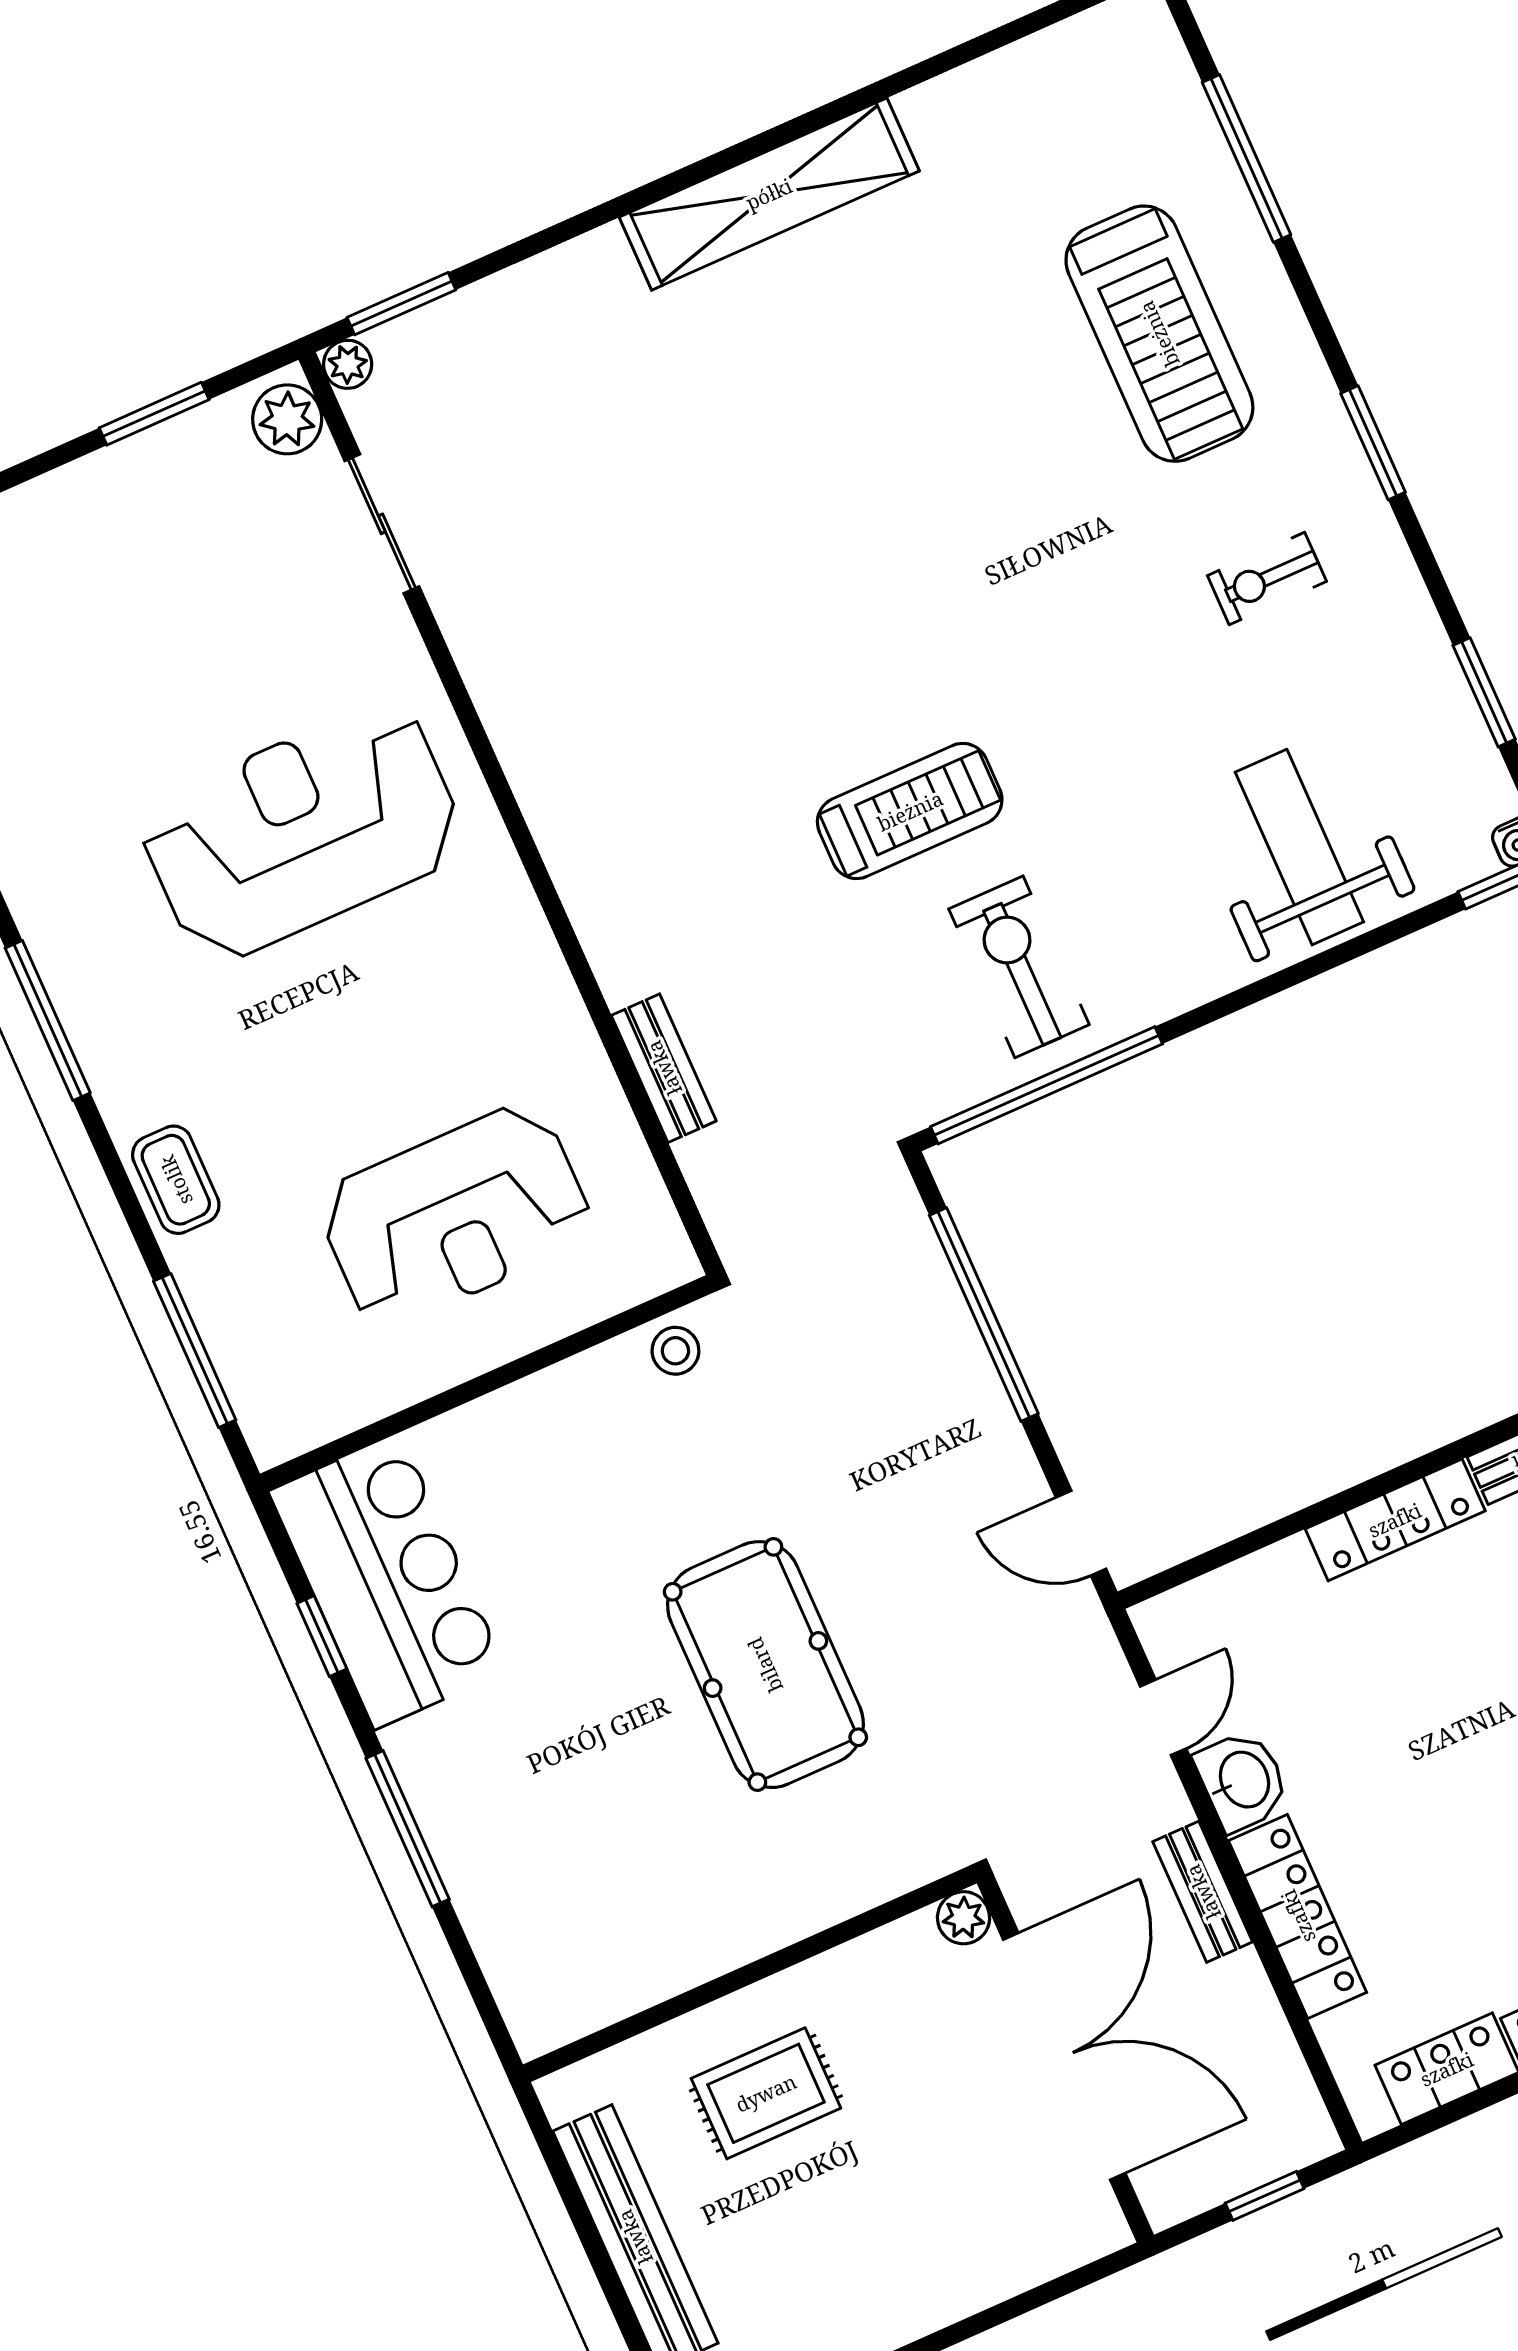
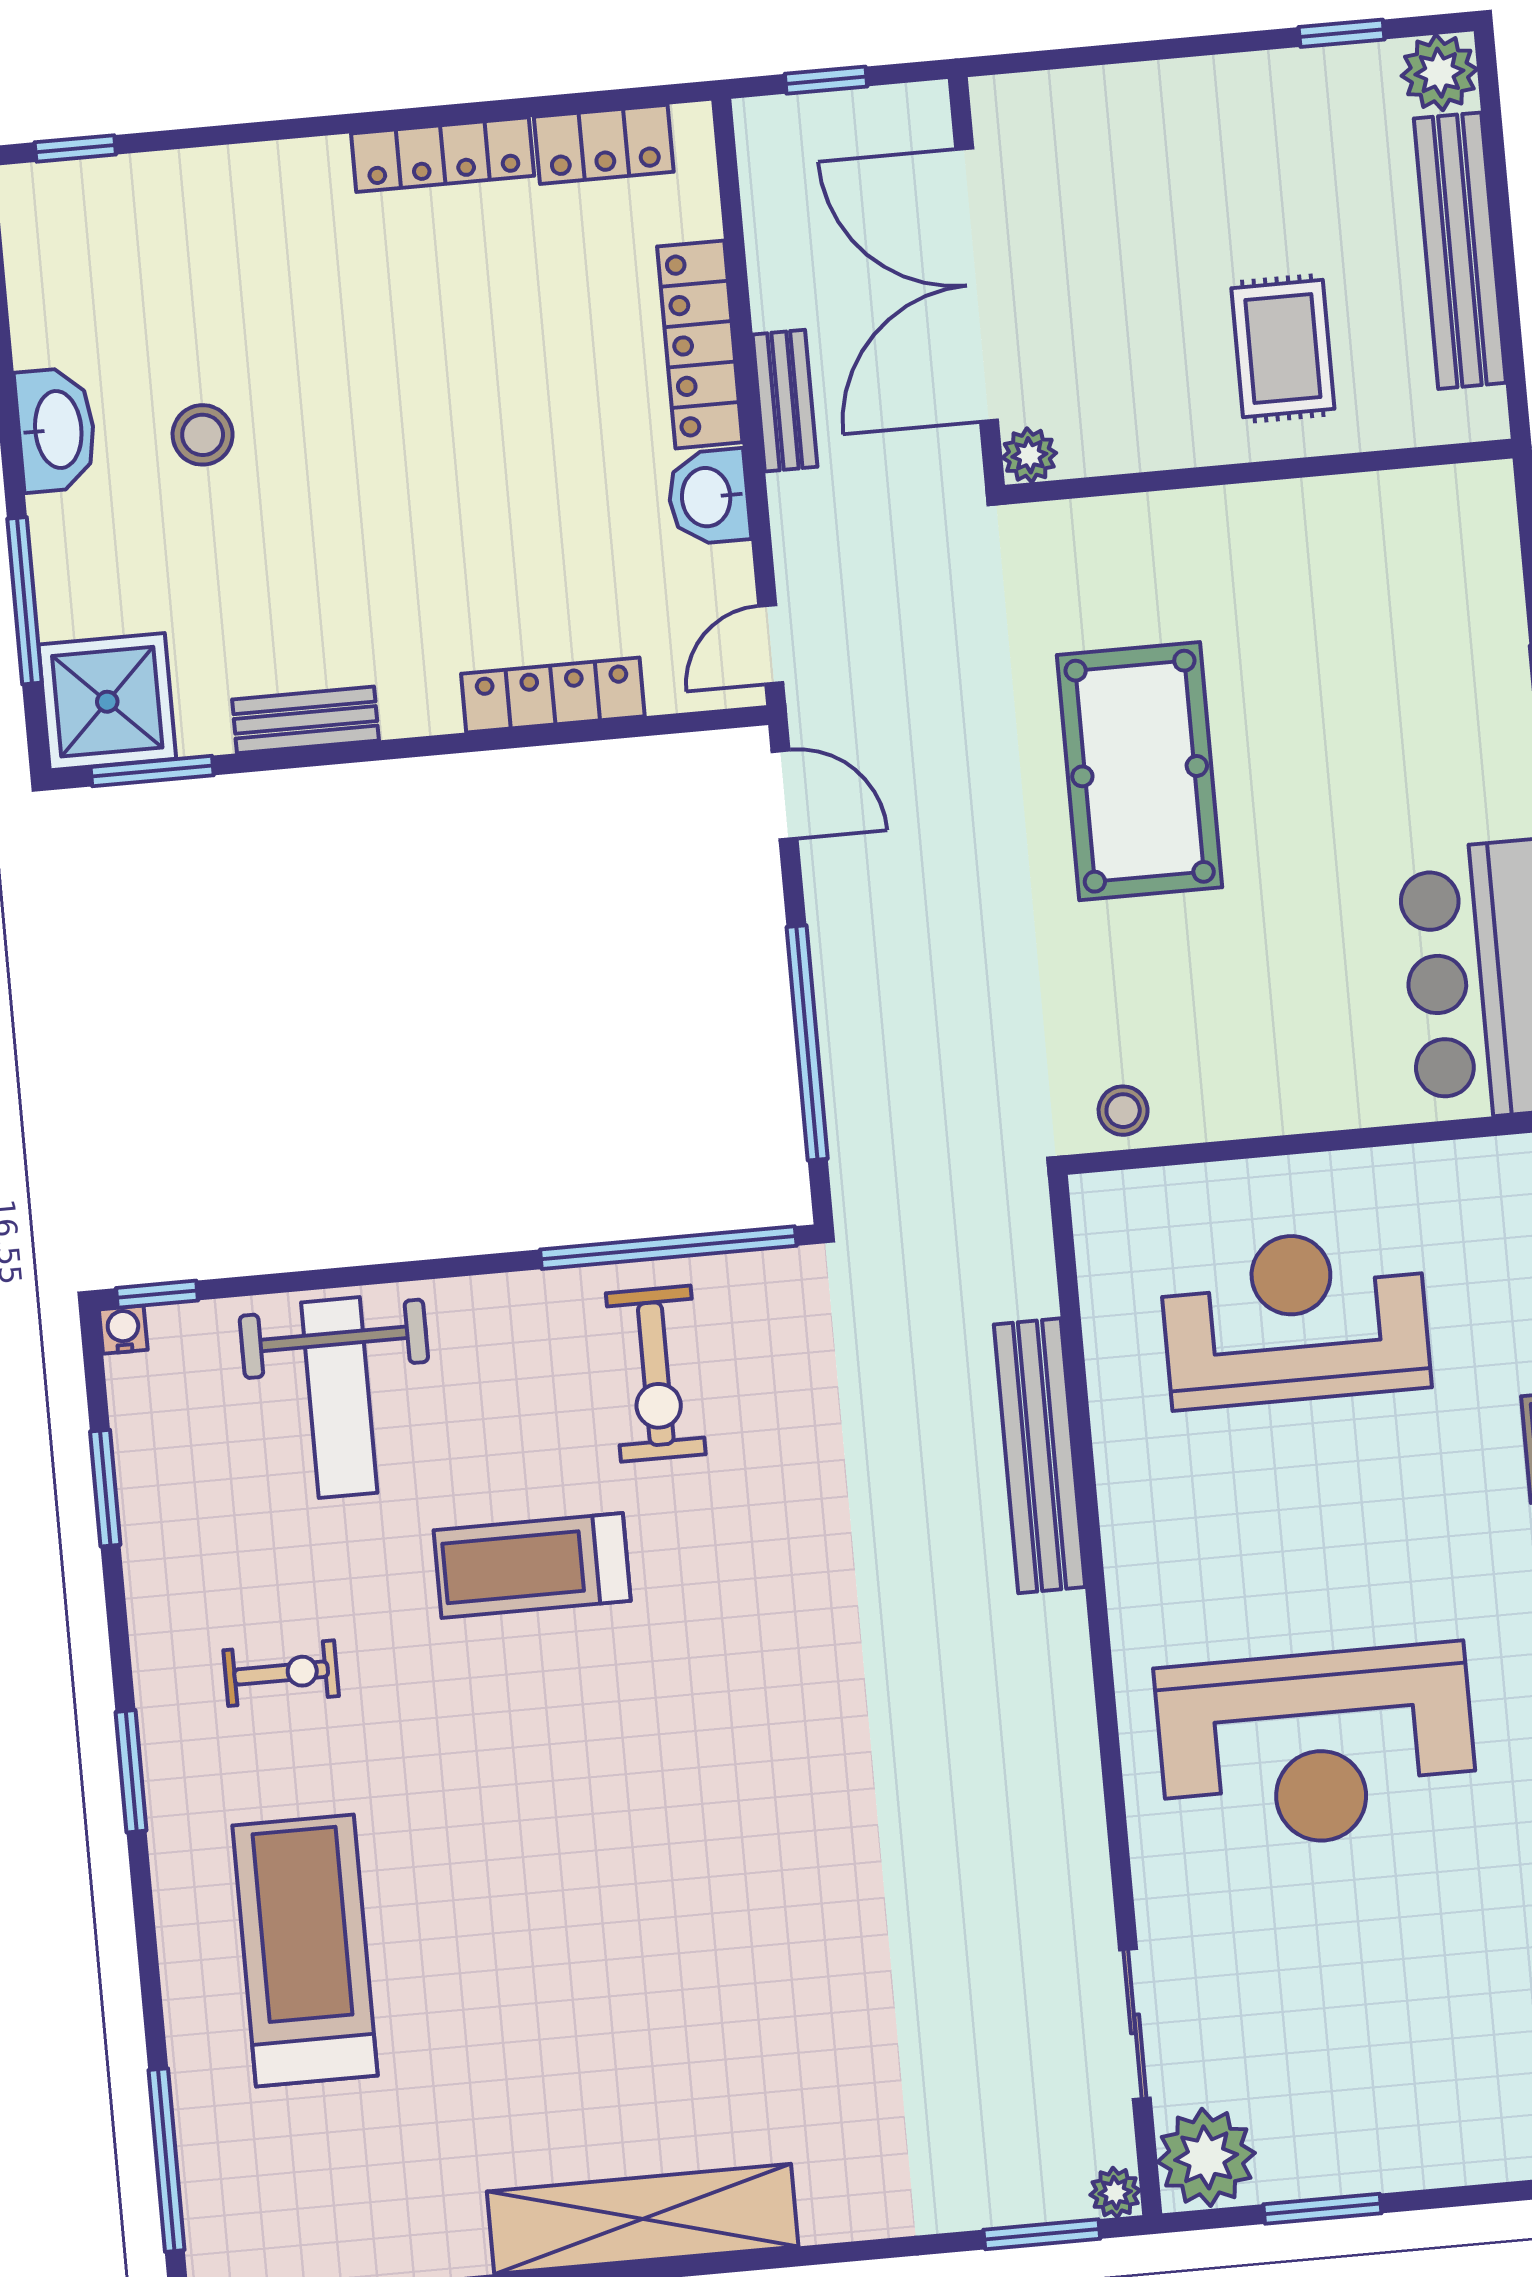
window: (1246, 158) -> (166, 2160), moved
plant: (287, 419) -> (1206, 2157), width x1.36, depth x1.36
treadmill: (910, 811) -> (532, 1565), moved
bench: (664, 1068) -> (1040, 1456), width x1.86, depth x1.21
locker: (1395, 1520) -> (553, 695), moved
door: (1163, 1718) -> (771, 644), moved
rug: (766, 2093) -> (1283, 348), turned 90

